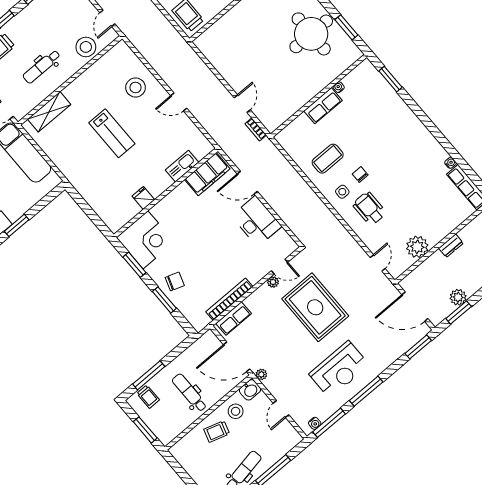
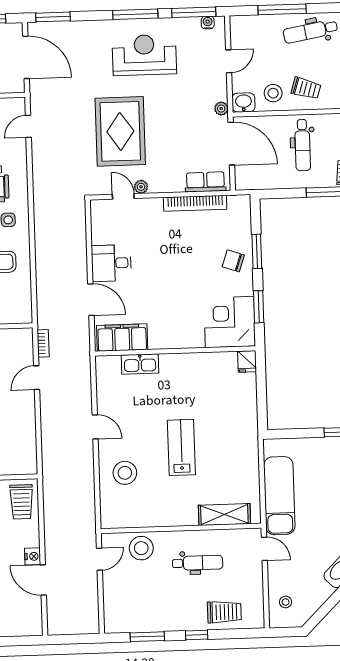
fridge: (143, 198) -> (247, 361), moved
desk: (256, 221) -> (111, 263), width x0.73

